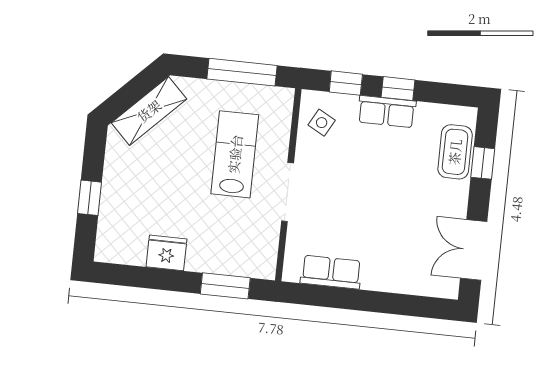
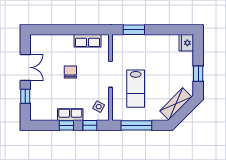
coffee table: (455, 152) -> (38, 100), removed
window: (89, 198) -> (198, 74), moved
chair: (377, 207) -> (70, 72), added
double door: (474, 250) -> (25, 67), moved
fridge: (166, 253) -> (186, 43), moved, turned 90

